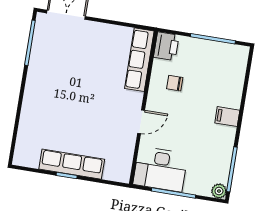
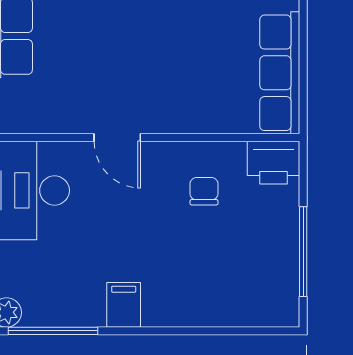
row of seats: (139, 60) -> (280, 73), moved, turned -90
filing cabinet: (227, 117) -> (124, 305), moved

